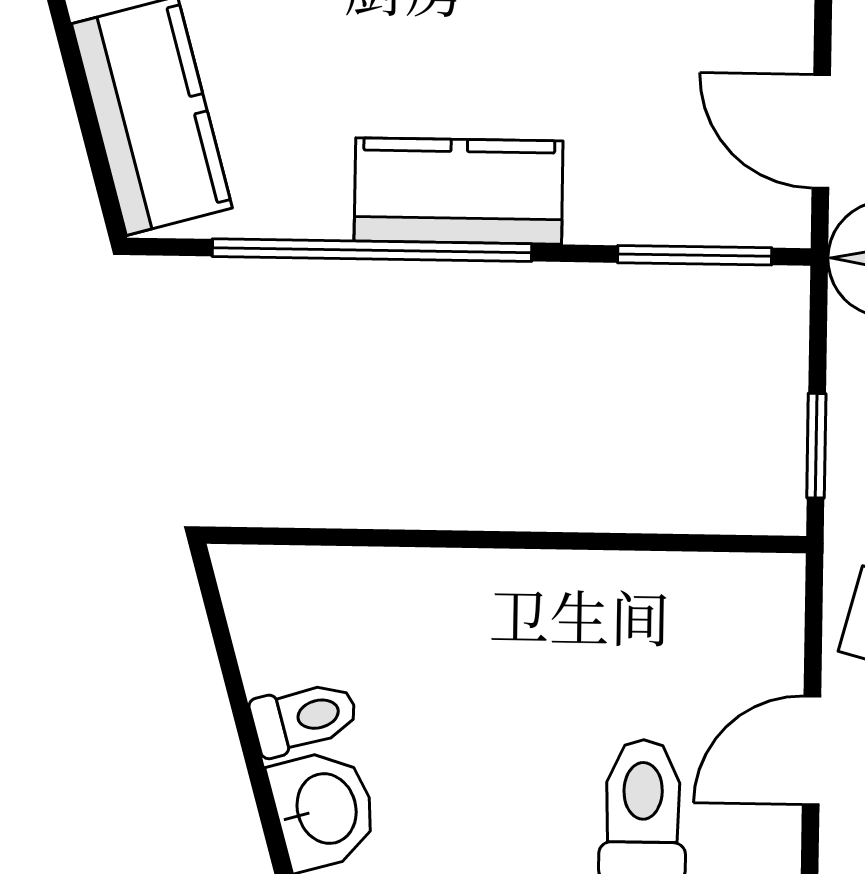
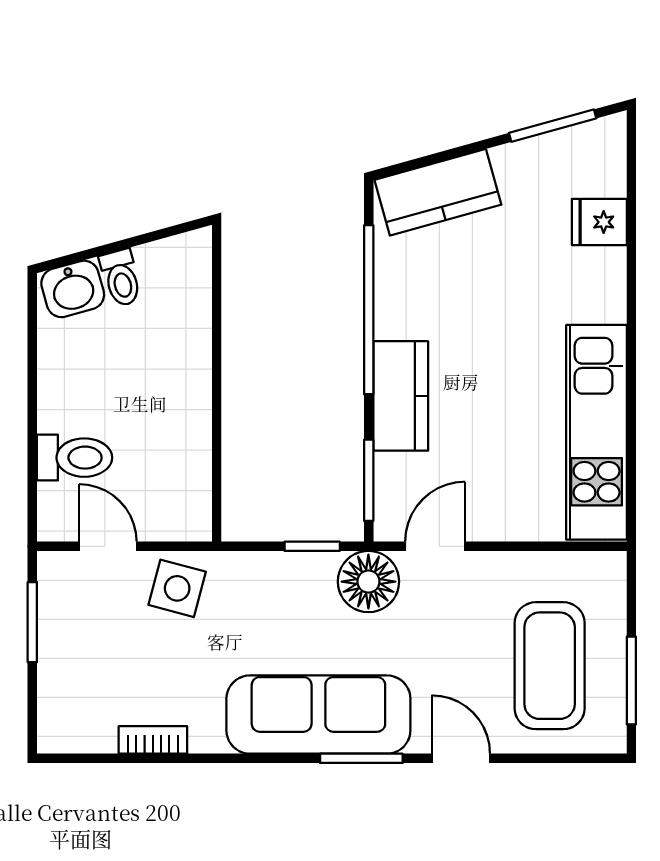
kitchen counter: (459, 191) -> (401, 396), moved
window: (816, 446) -> (312, 546), moved

